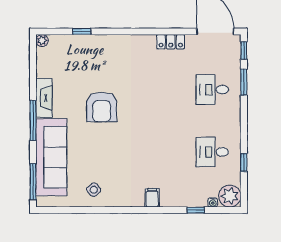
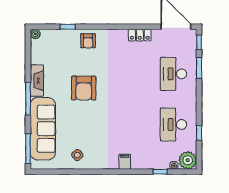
armchair: (107, 49) -> (88, 41), added
desk: (212, 90) -> (173, 74), width x1.37
desk: (212, 152) -> (173, 124), width x1.37

